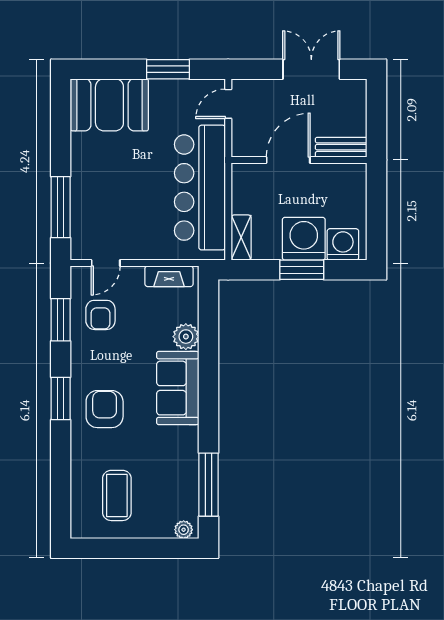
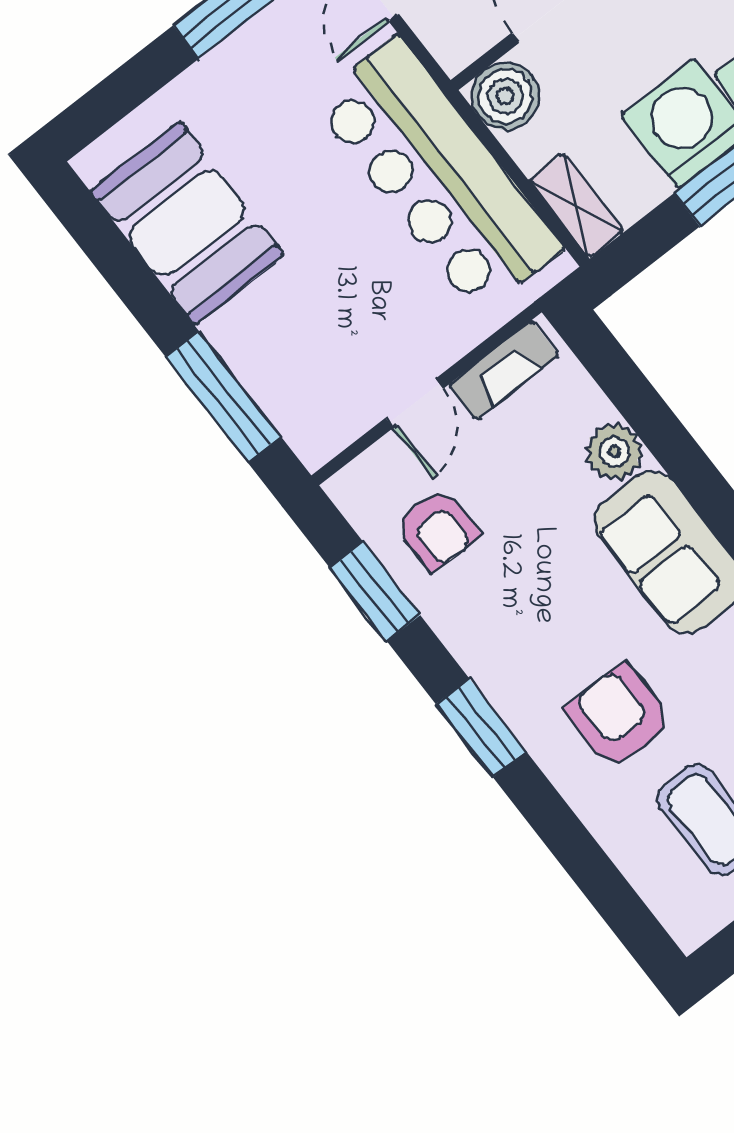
booth: (109, 105) -> (187, 223), moved, turned 90
boiler: (246, 178) -> (505, 96), added
door: (106, 263) -> (414, 403), moved
armchair: (105, 409) -> (619, 716), moved

